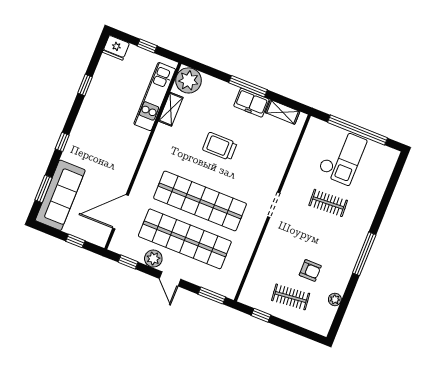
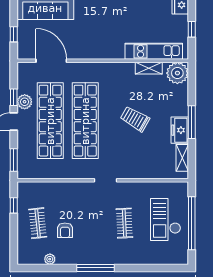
trolley: (220, 146) -> (135, 119), turned -60
checkout: (342, 157) -> (166, 220), turned 90
window: (128, 262) -> (14, 97), moved

